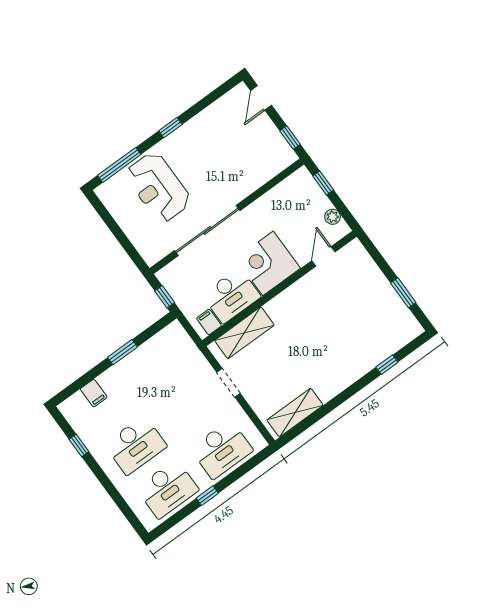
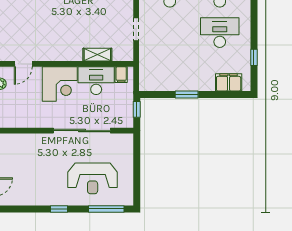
reception desk: (158, 187) -> (93, 178), turned 90
shelving: (244, 333) -> (97, 55), width x0.67, depth x0.75
filing cabinet: (94, 393) -> (229, 82), width x2.00

